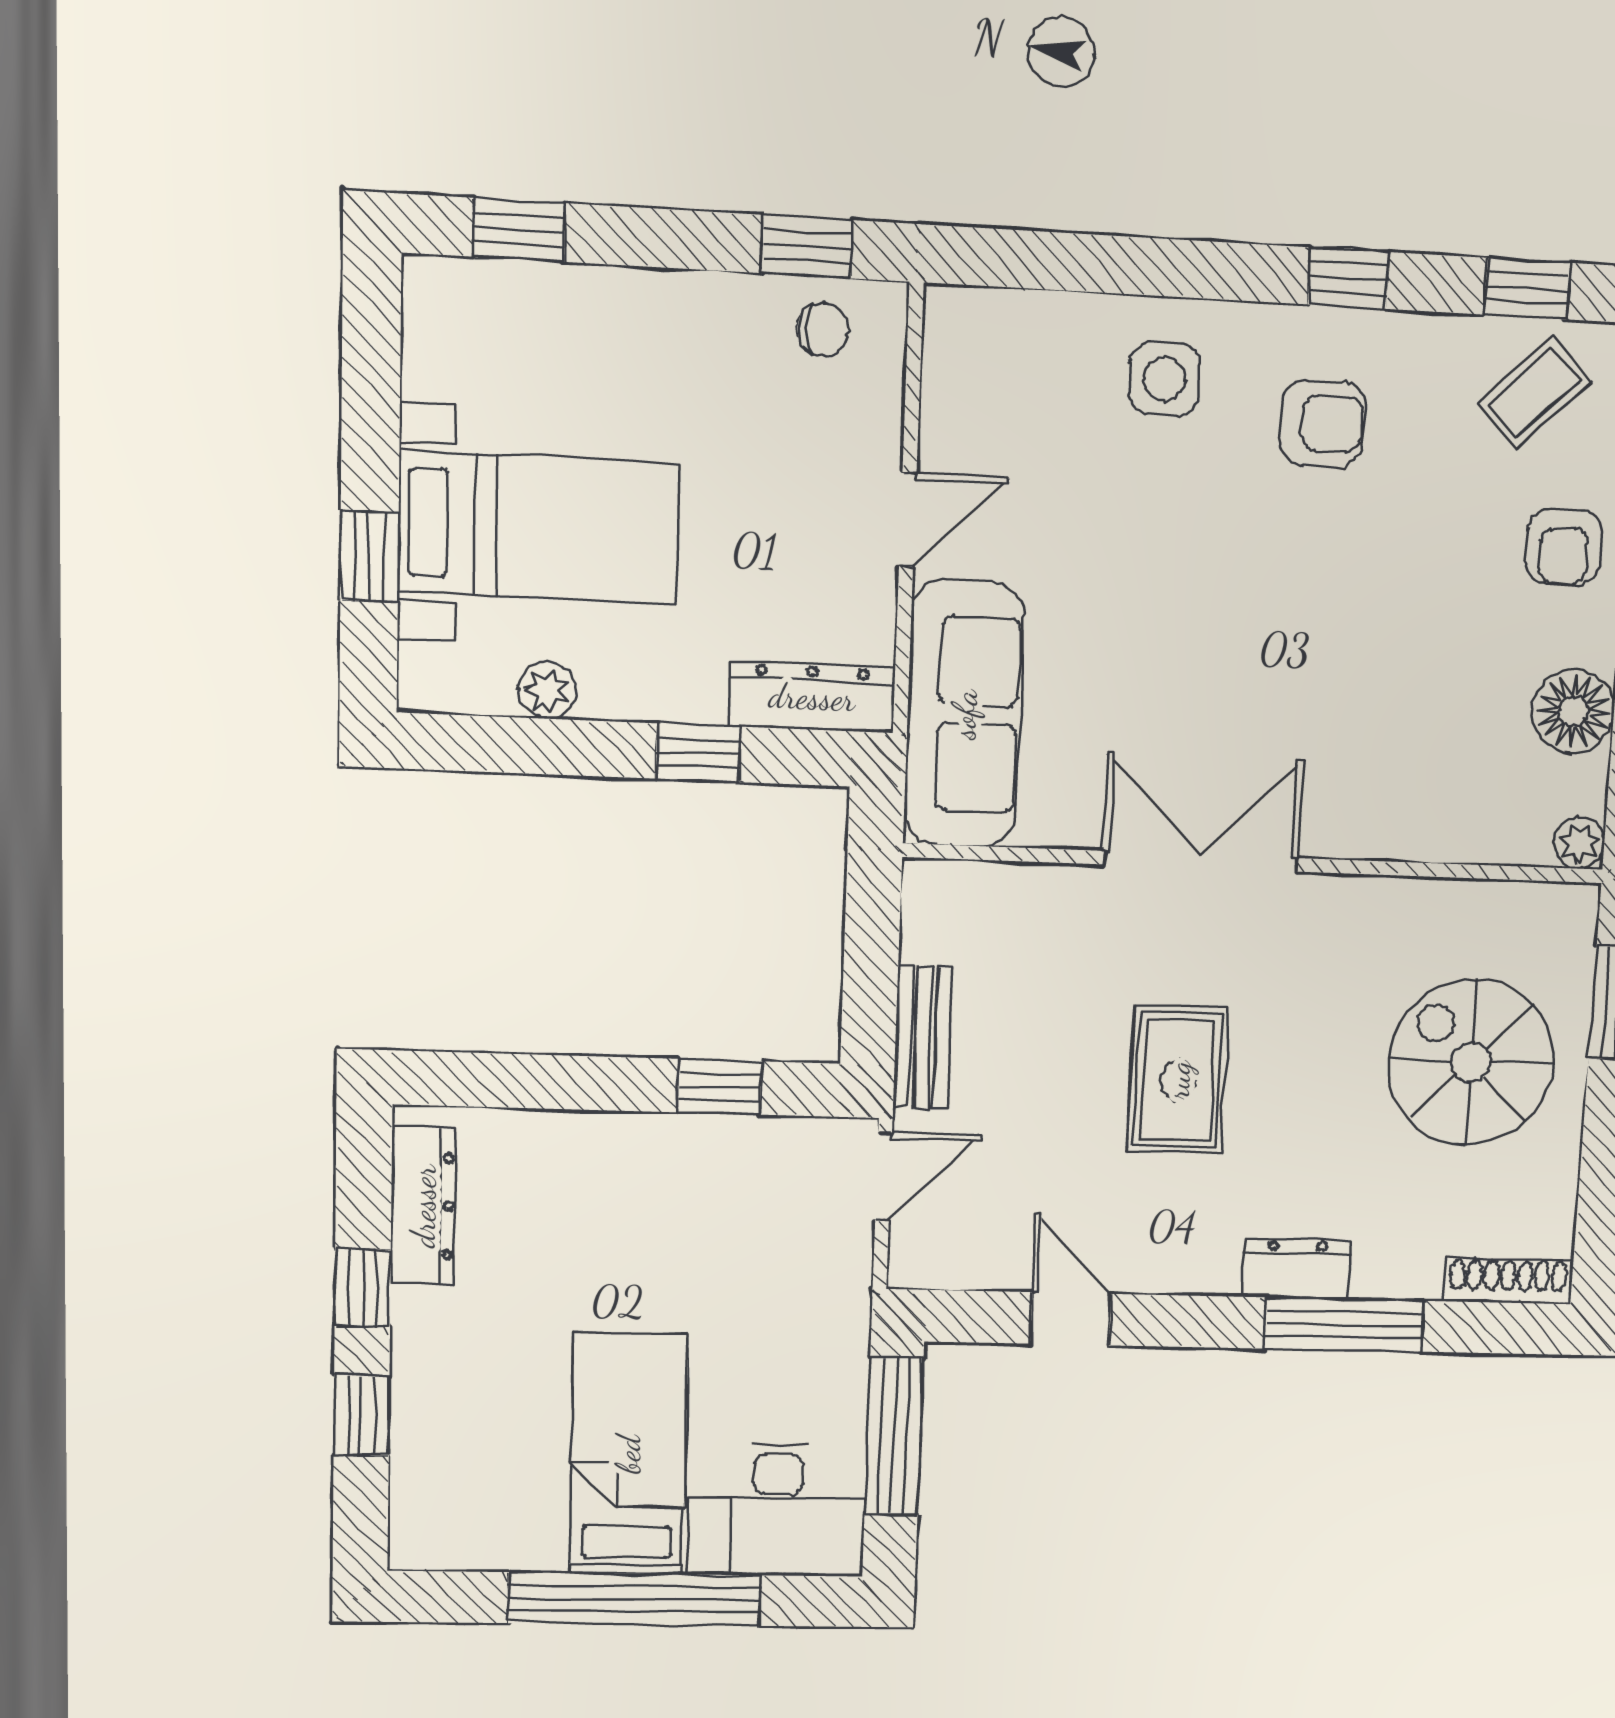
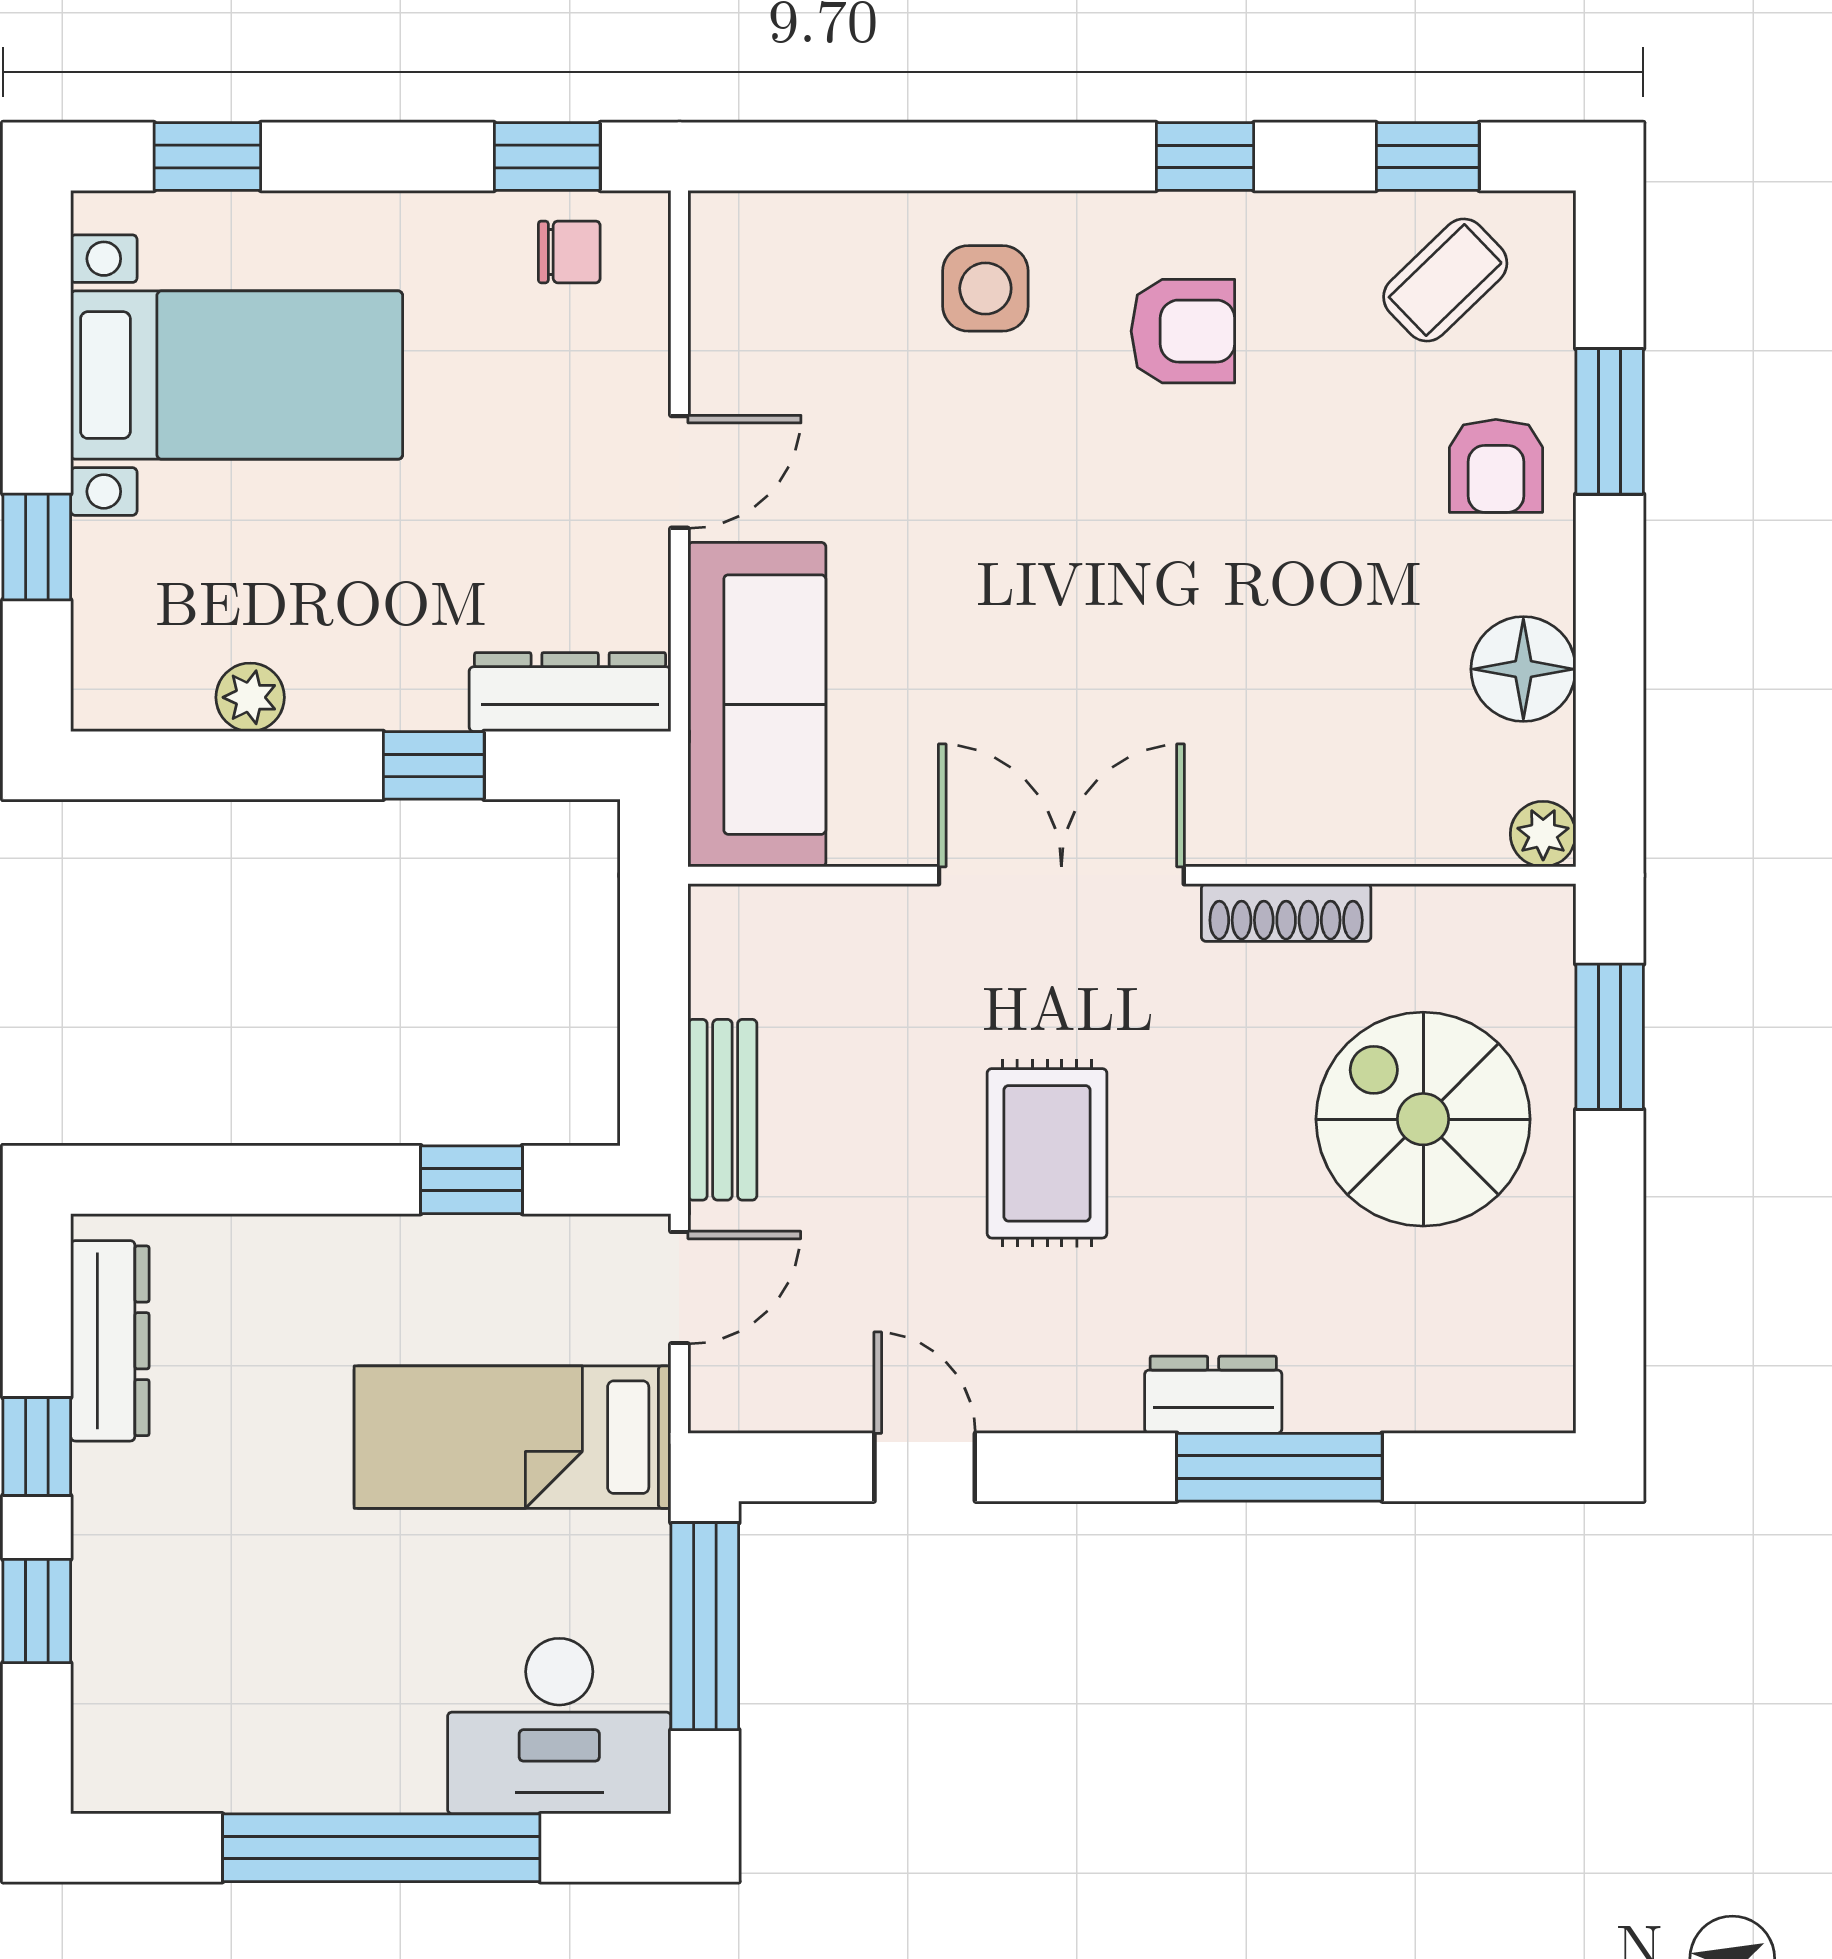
bed with nightstands: (539, 528) -> (237, 375), moved
shoe rack: (1508, 1281) -> (1286, 913), moved, turned 180
bed: (628, 1454) -> (513, 1437), moved, turned -90

